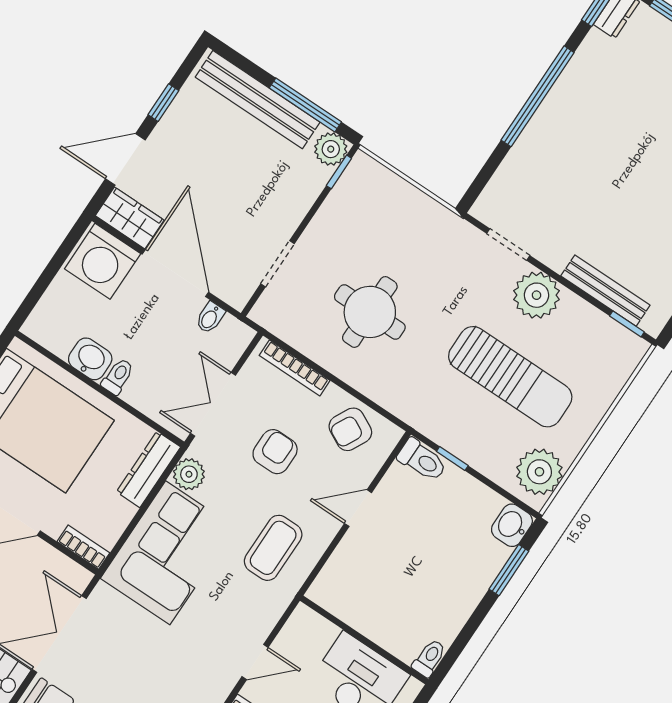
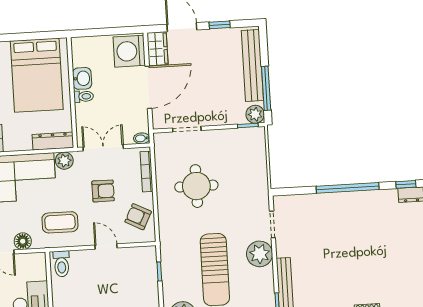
bidet: (210, 318) -> (142, 138), moved
toilet: (422, 460) -> (62, 264), moved
floor lamp: (260, 622) -> (23, 241), added

